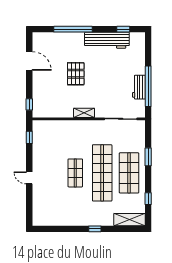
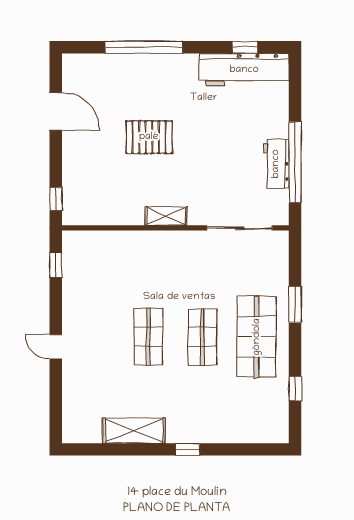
workbench: (107, 40) -> (244, 70), moved
pallet: (76, 74) -> (149, 137), turned 90
shop shelf: (102, 173) -> (202, 337), width x0.50, depth x0.74
shelving: (130, 220) -> (134, 431), moved

